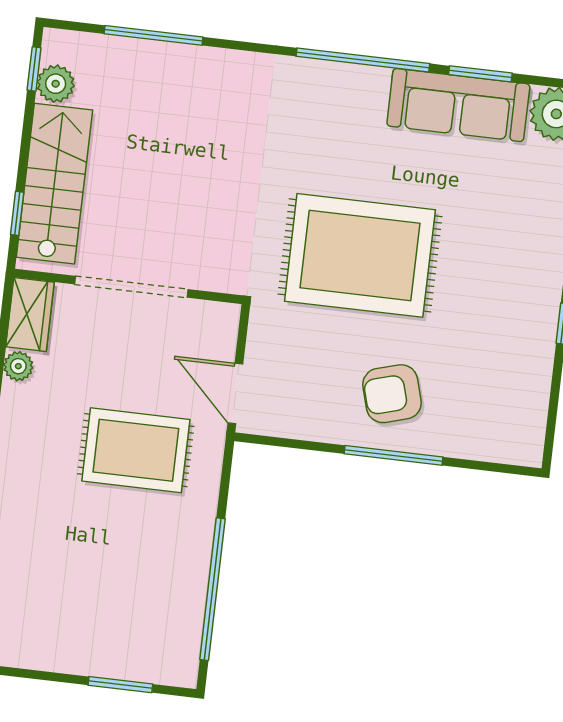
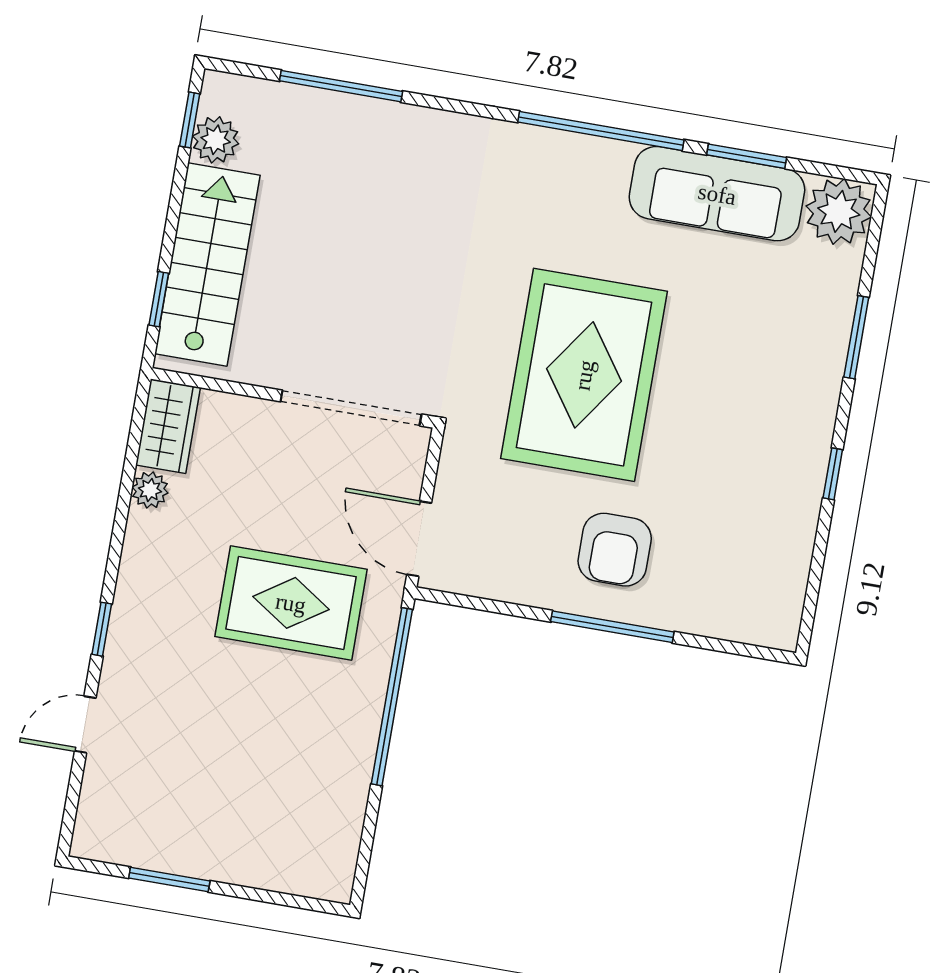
rug: (360, 255) -> (584, 375), turned 90
doorway: (131, 287) -> (351, 408), moved
armchair: (392, 394) -> (615, 550), turned -74
window: (212, 589) -> (392, 697), moved
window: (120, 685) -> (169, 880), moved

